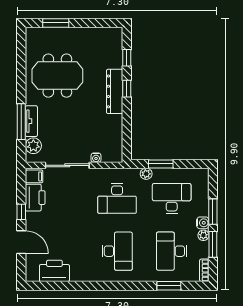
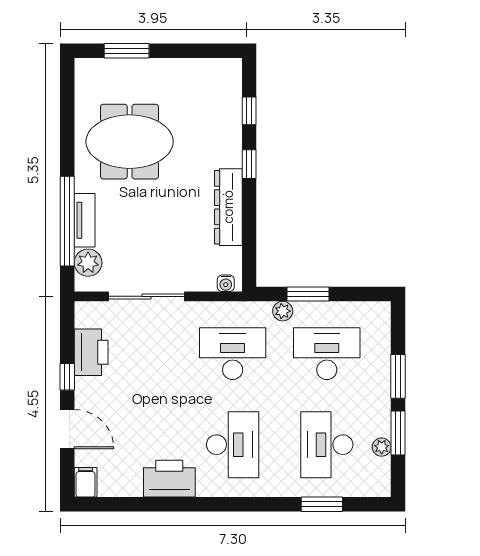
dresser: (115, 91) -> (228, 207), moved
window: (21, 122) -> (67, 221), width x1.46
water cooler: (96, 158) -> (226, 283), moved
filing cabinet: (34, 176) -> (86, 482), moved, turned -90
desk: (117, 198) -> (233, 354), turned 180
water cooler: (203, 223) -> (380, 396), removed
plant: (203, 235) -> (382, 447), moved
bookcase: (204, 270) -> (383, 478), removed
printer: (54, 271) -> (169, 479), moved

